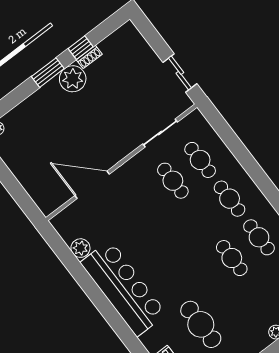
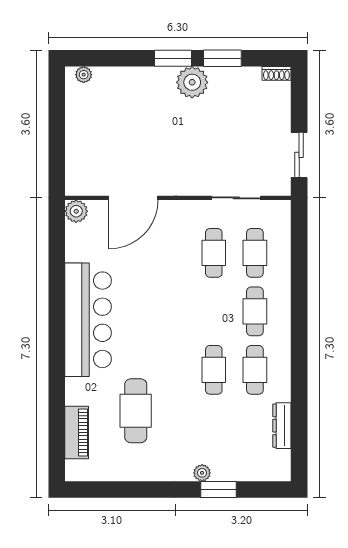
window: (81, 48) -> (222, 58), width x1.50
shoe rack: (89, 57) -> (276, 73), moved
door: (92, 185) -> (133, 198), swing flipped
plant: (80, 248) -> (76, 211), moved

